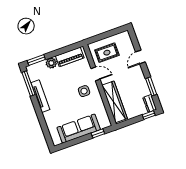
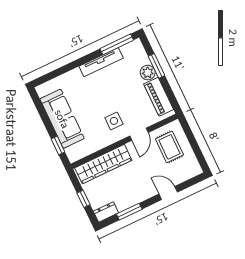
window: (36, 60) -> (157, 66), moved
window: (149, 115) -> (84, 199), moved

